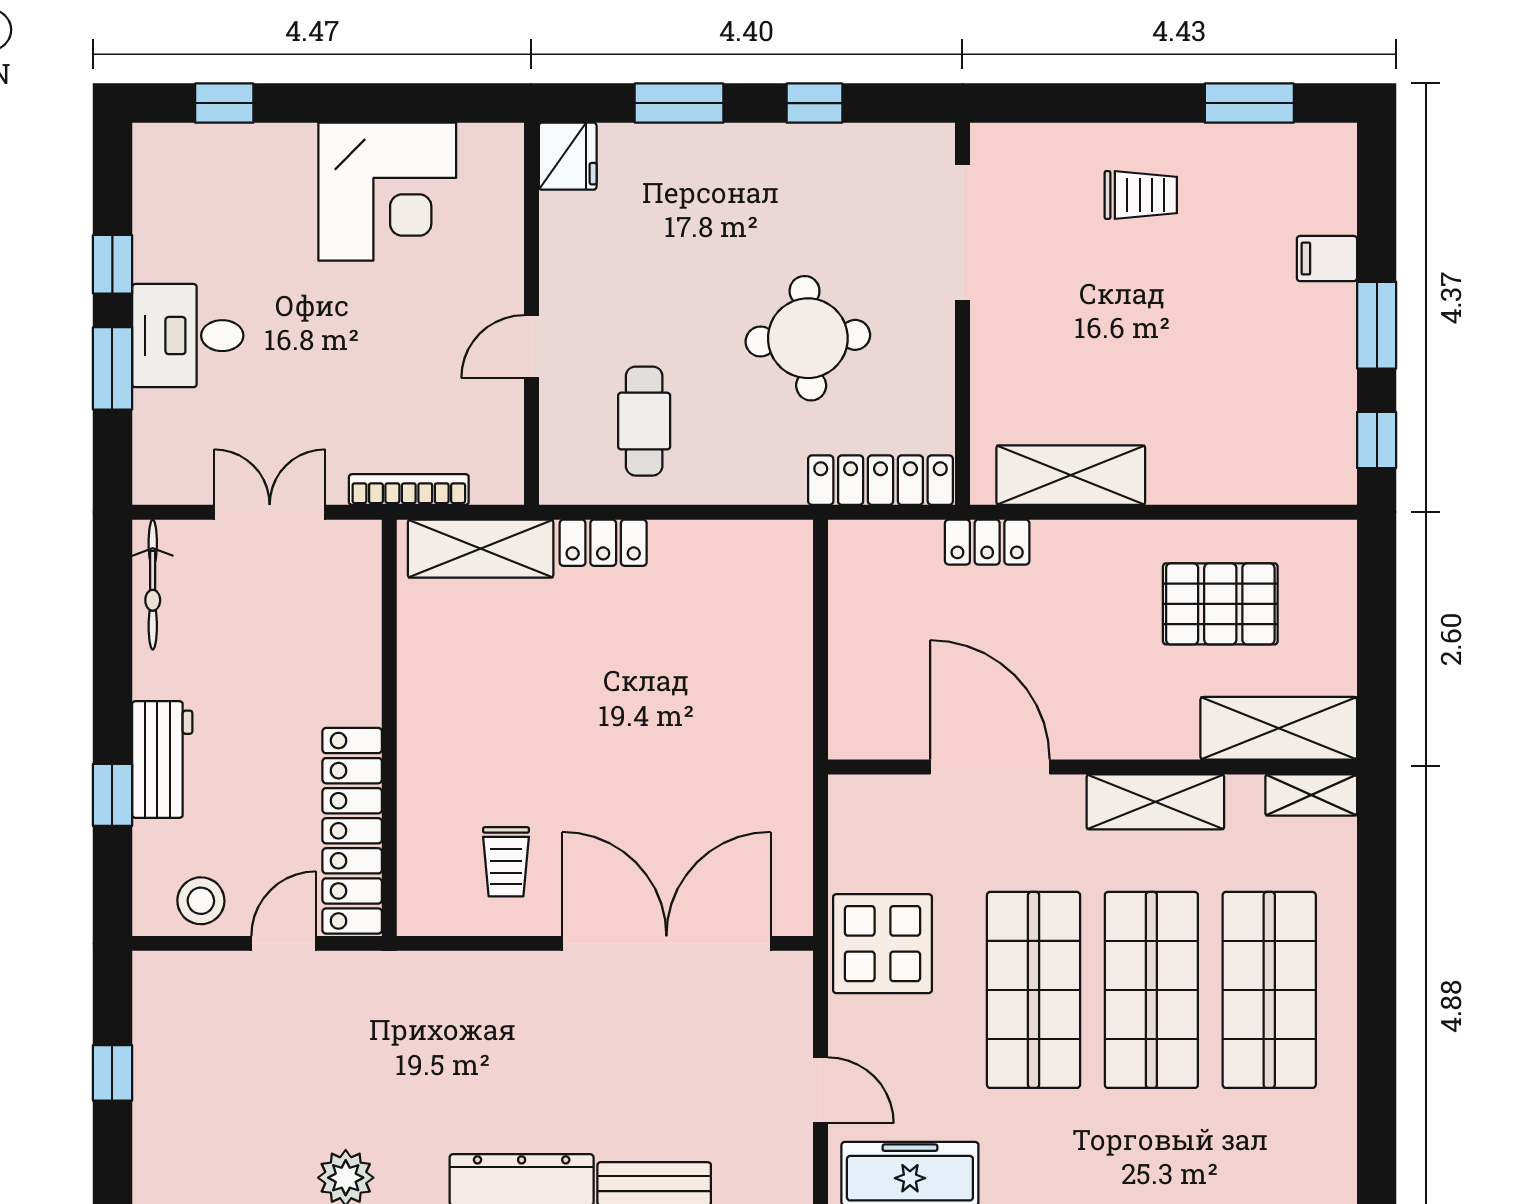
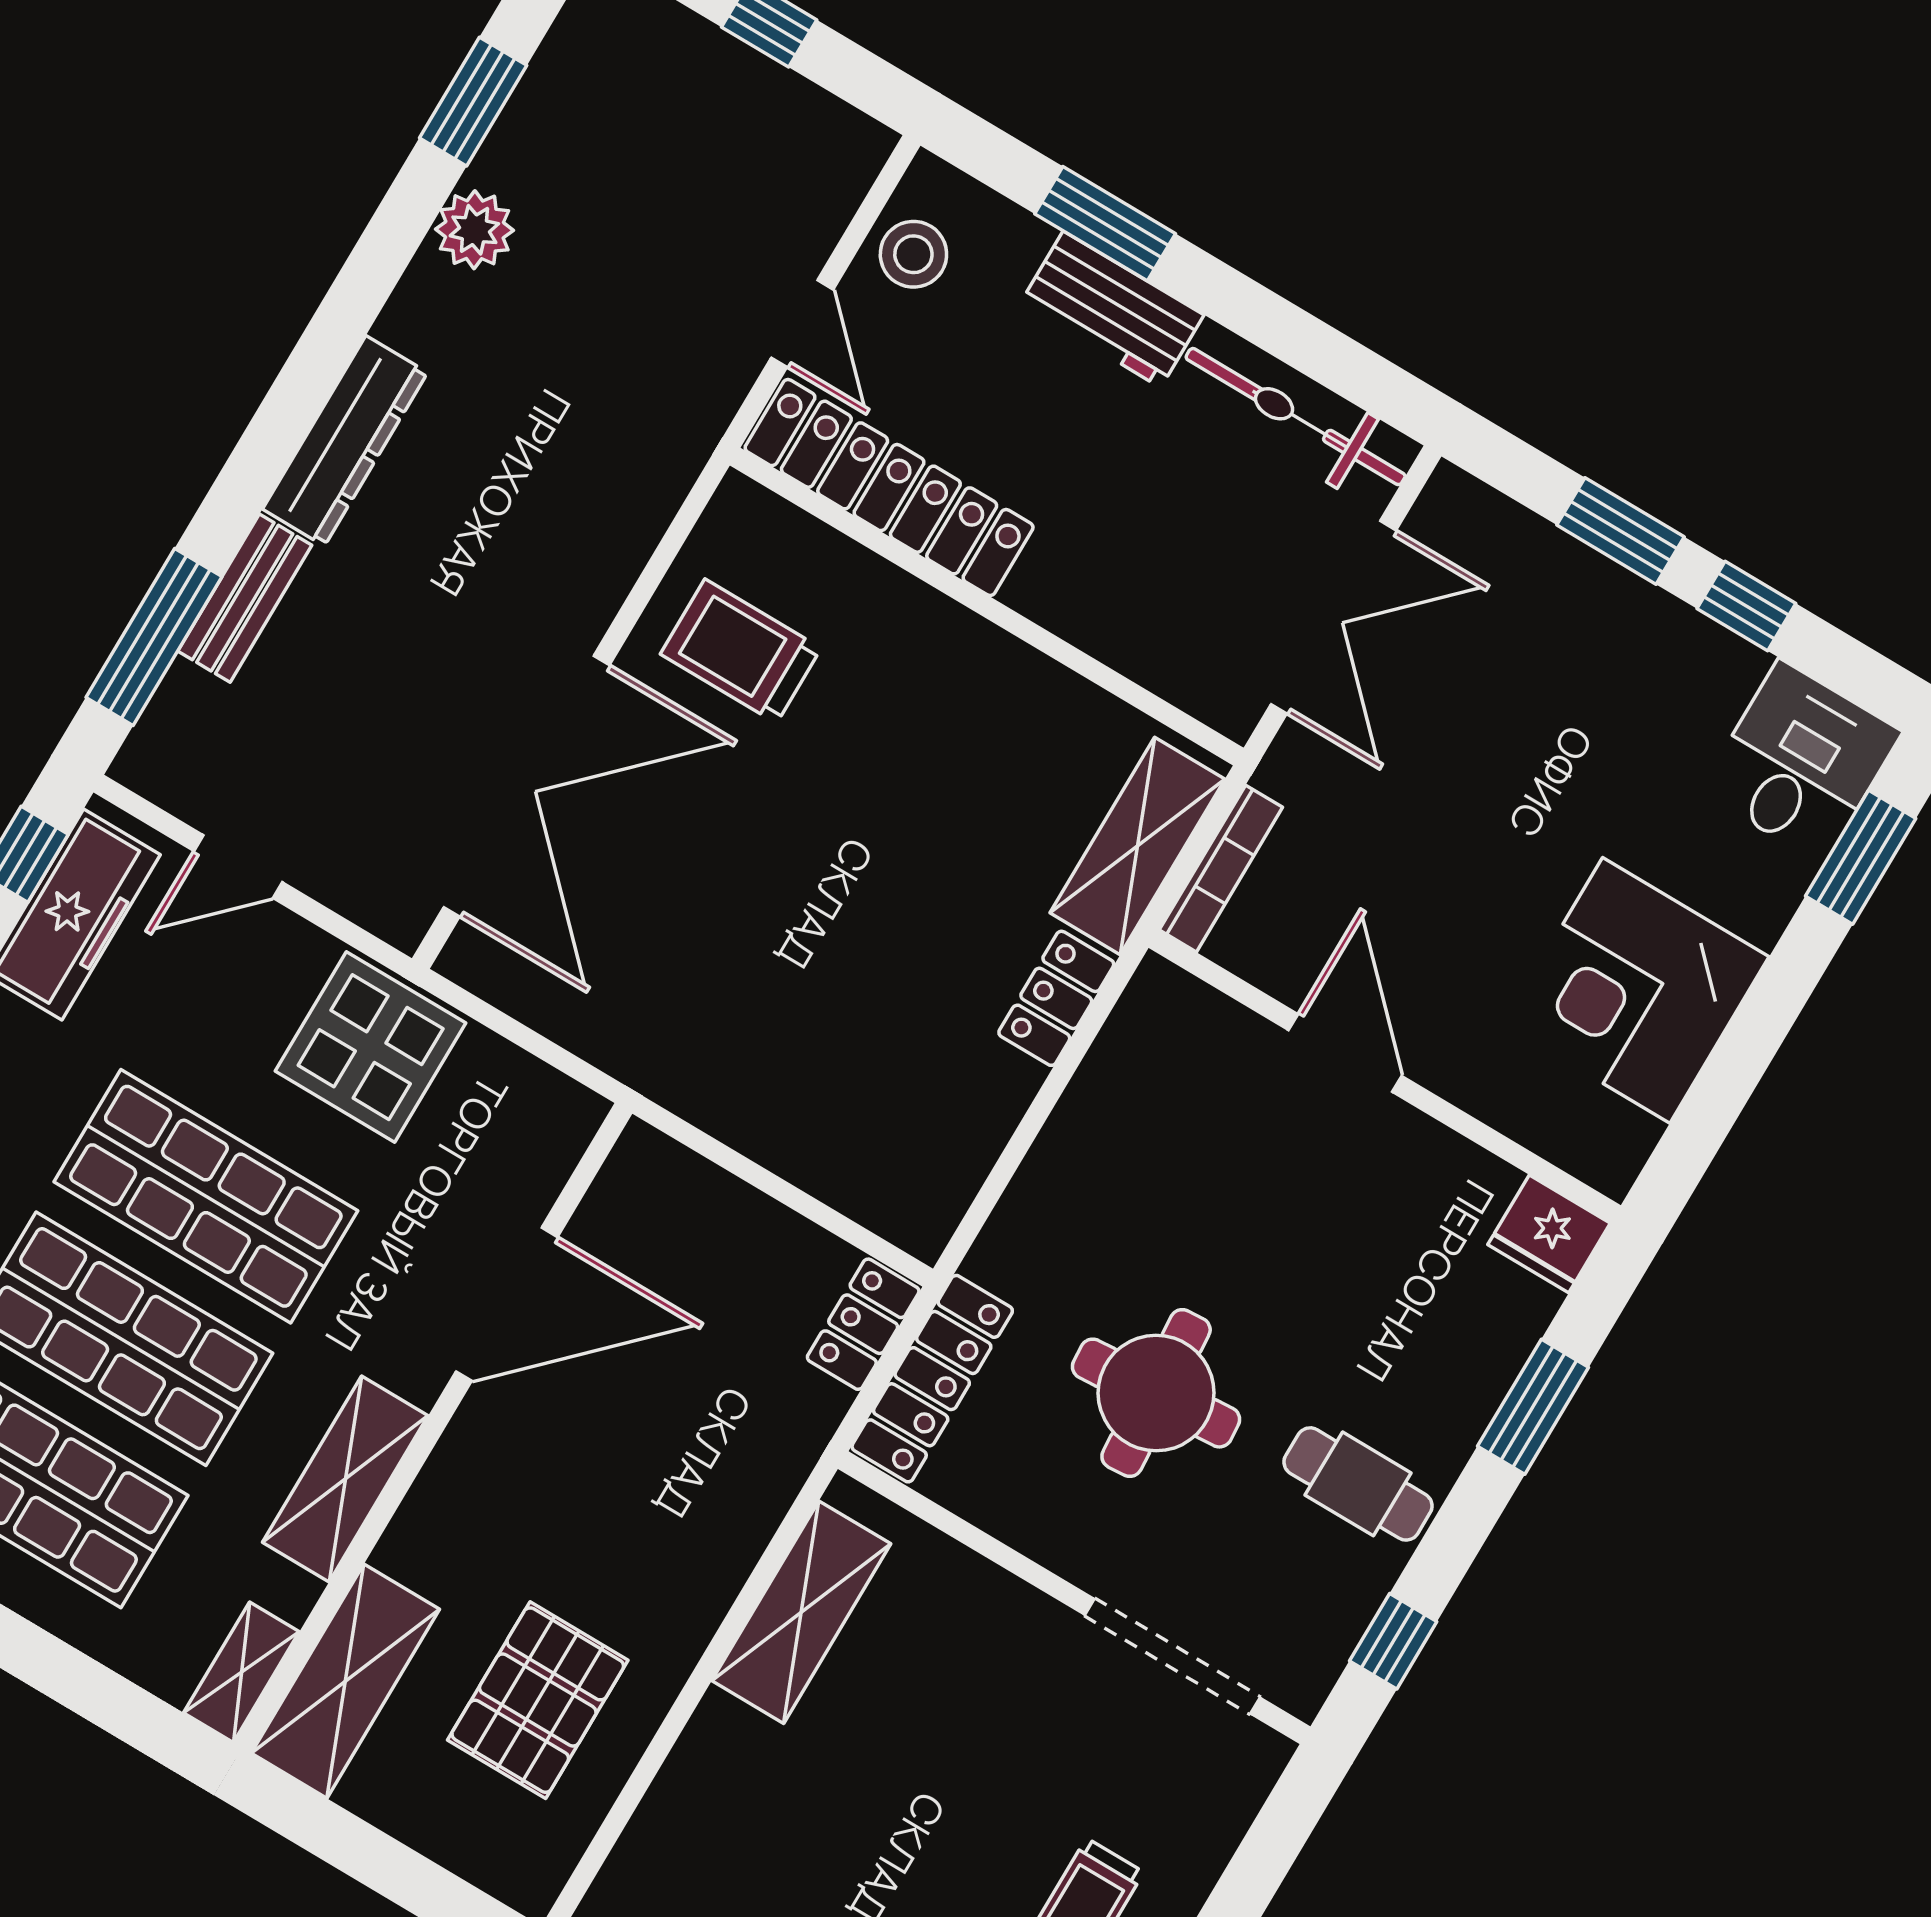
window: (224, 103) -> (1861, 857), width x1.50
window: (814, 103) -> (1393, 1641), moved
desk: (188, 336) -> (1801, 762), moved
door: (531, 347) -> (1345, 1053), width x1.38
cafe table: (644, 421) -> (1358, 1484), moved
bookcase: (409, 489) -> (1221, 869), moved
double door: (270, 512) -> (1334, 617), width x1.37
locker: (987, 542) -> (863, 1324), moved
bicycle: (153, 585) -> (1296, 417), width x1.37, depth x1.40
window: (112, 795) -> (1105, 224), width x1.50
trolley: (506, 862) -> (741, 651), width x1.36, depth x1.39

